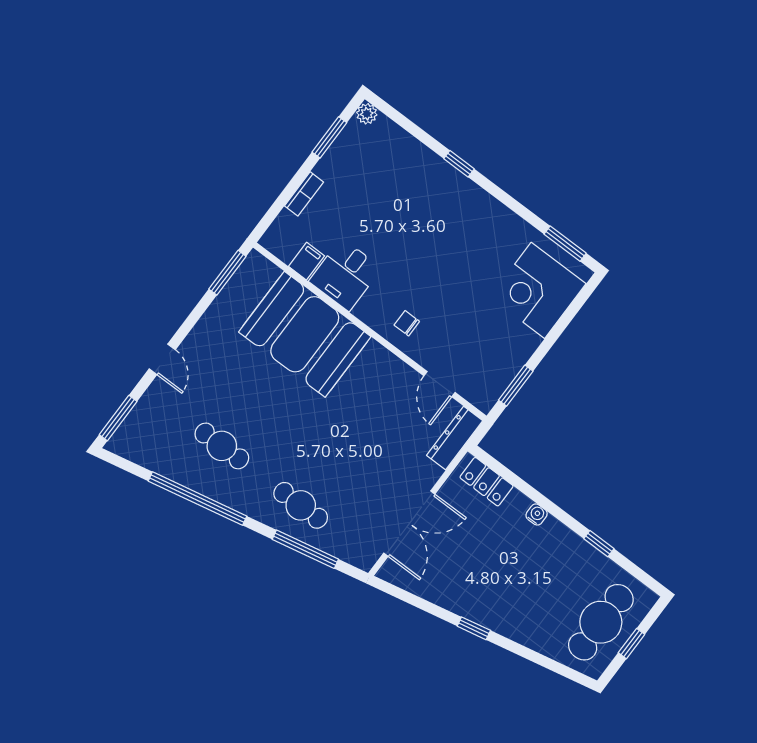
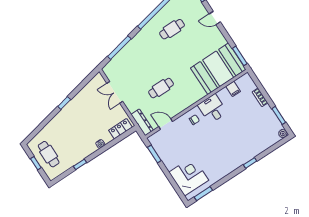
desk: (345, 275) -> (212, 109), moved
booth: (305, 334) -> (218, 69), moved
cafe table: (301, 505) -> (161, 88), moved
double door: (409, 524) -> (115, 92), width x0.73
cafe table: (601, 622) -> (49, 154), width x0.73, depth x0.74

